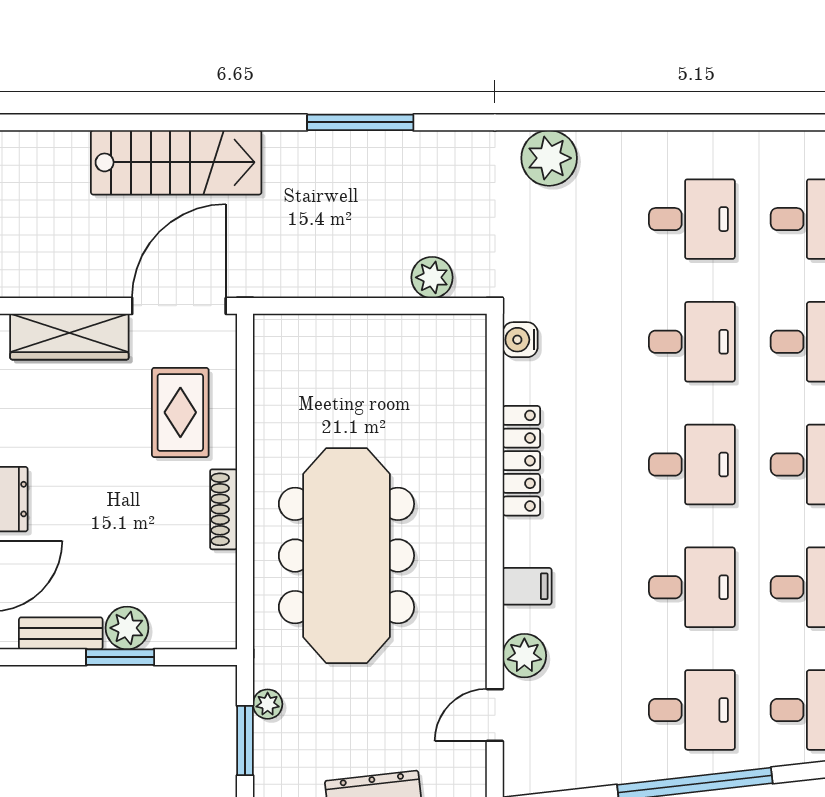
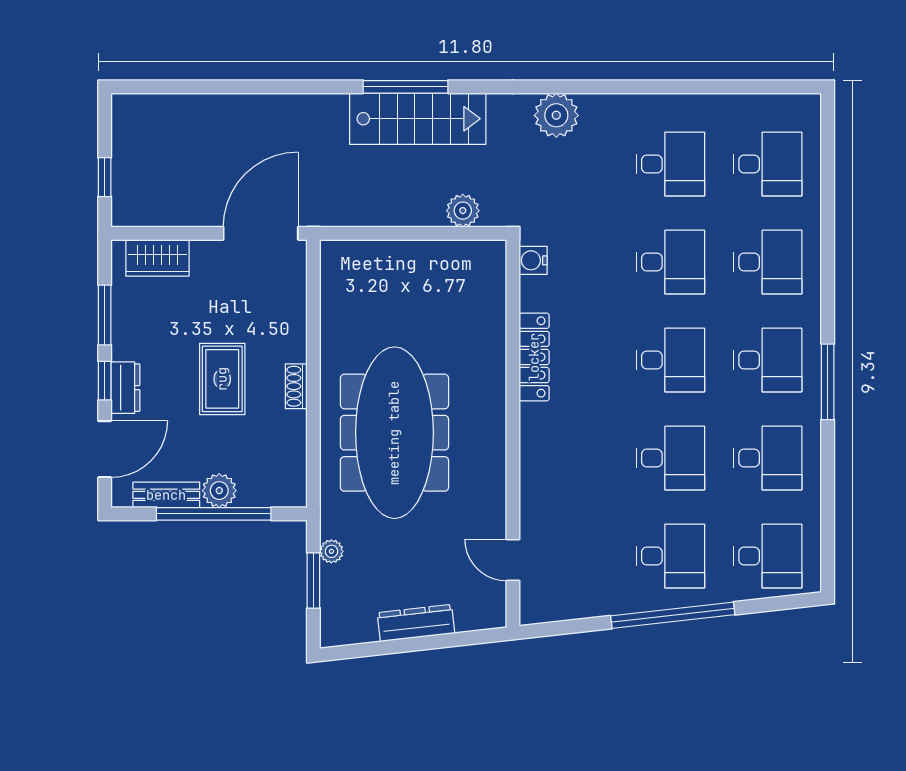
stairs: (176, 162) -> (418, 119), moved
wardrobe: (69, 337) -> (157, 258), width x0.67
rug: (180, 412) -> (222, 379), moved
shoe rack: (224, 509) -> (296, 386), width x0.70
filing cabinet: (527, 586) -> (539, 457), removed
plant: (524, 656) -> (537, 513), removed
window: (120, 657) -> (214, 514), width x2.11
door: (495, 715) -> (513, 560), hinge flipped

